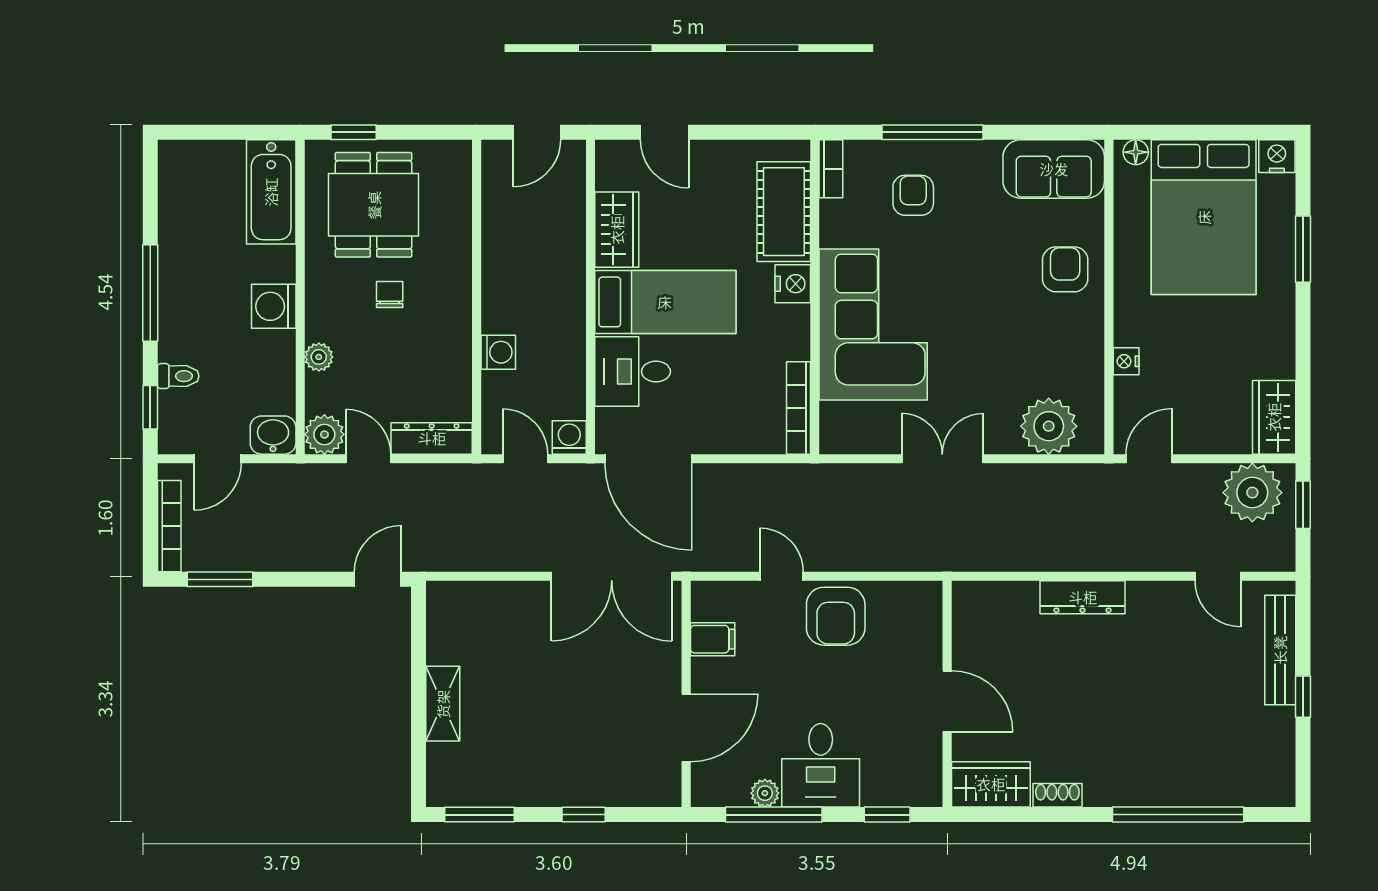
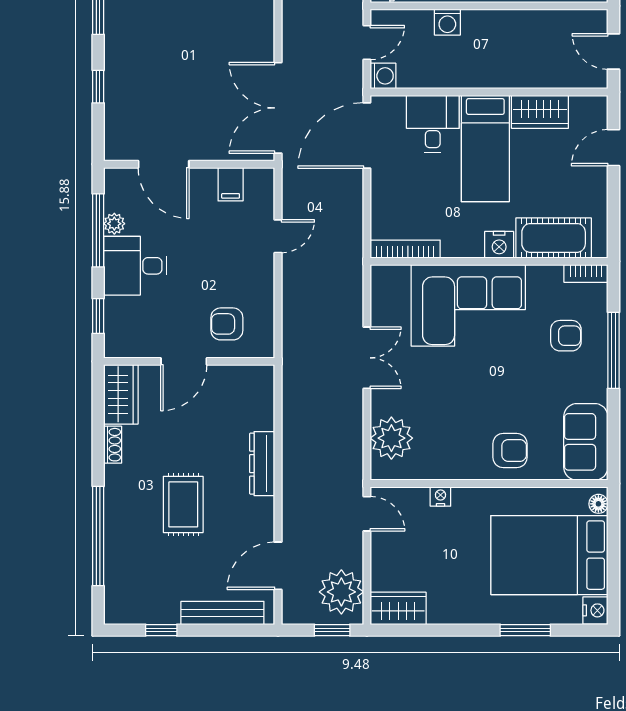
door: (1218, 576) -> (278, 566), width x1.38
armchair: (836, 616) -> (227, 324), moved, width x0.72, depth x0.72
window: (1303, 697) -> (161, 630), moved
rug: (1137, 702) -> (183, 504), added

